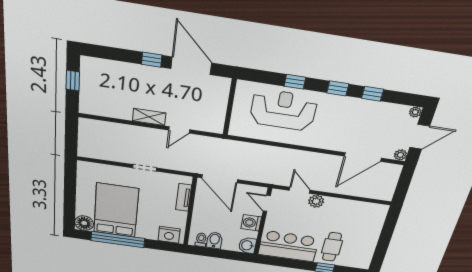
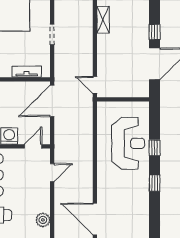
window: (373, 94) -> (155, 212), removed
shelving: (149, 117) -> (103, 20), moved
door: (179, 130) -> (95, 85), moved
plant: (316, 201) -> (43, 220), moved

